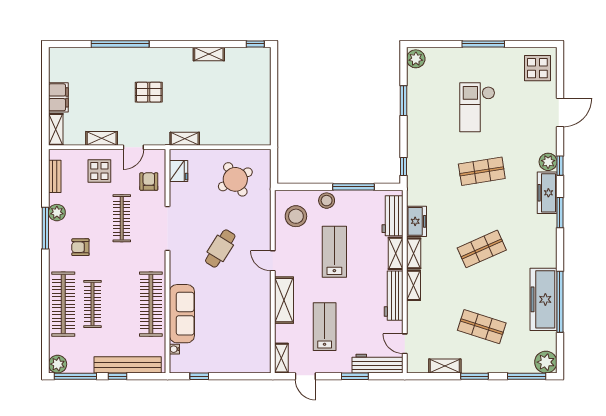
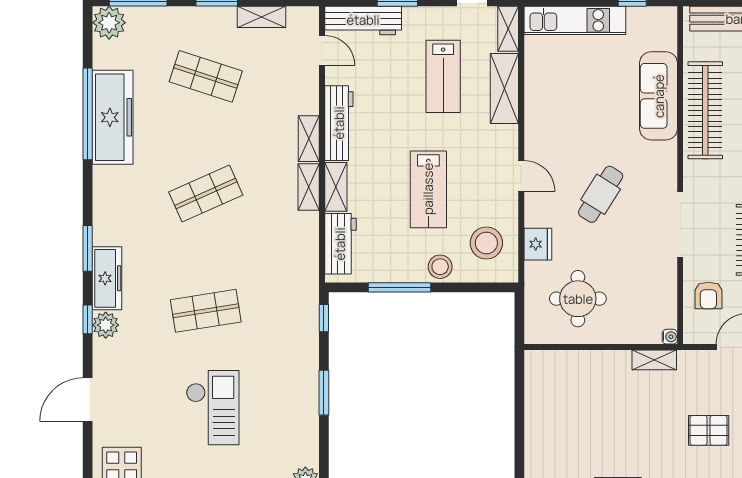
window: (404, 101) -> (324, 393), moved
fridge: (179, 171) -> (538, 244), moved, turned 180
round table: (235, 179) -> (578, 299), turned 30
freezer: (417, 221) -> (304, 235), removed
shelving: (284, 300) -> (504, 88), moved
water cooler: (174, 349) -> (670, 337), moved
kitchen unit: (237, 364) -> (575, 20), added

